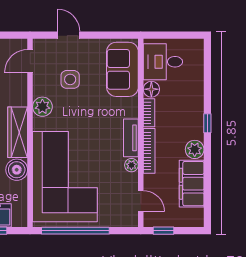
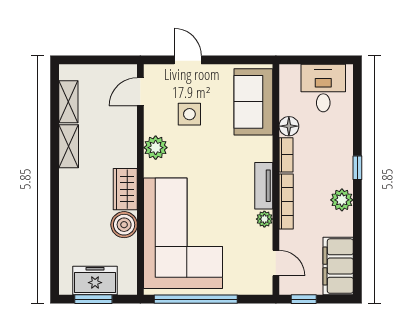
desk: (163, 62) -> (323, 88), moved, turned 90
wardrobe: (18, 132) -> (125, 189), width x0.67
filing cabinet: (192, 184) -> (338, 266), moved

